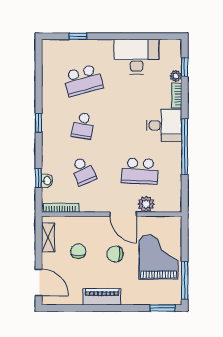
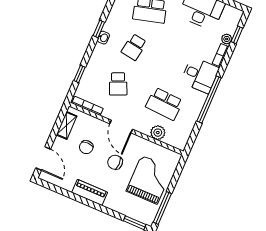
washbasin: (47, 181) -> (103, 38), moved
door: (123, 214) -> (121, 126), moved
chair: (78, 251) -> (86, 147), turned 180

